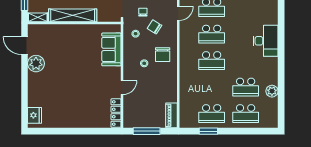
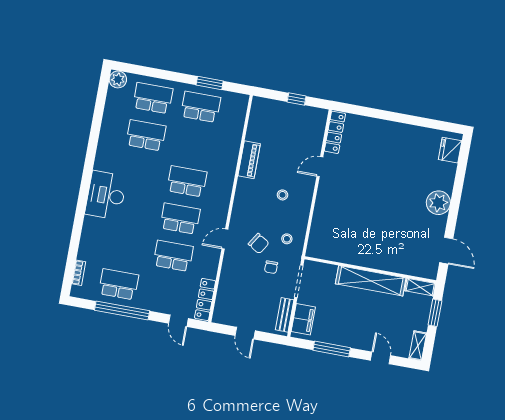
door: (178, 13) -> (225, 239), moved
sofa: (111, 49) -> (325, 223), removed
chair: (163, 55) -> (254, 202), removed
plant: (36, 64) -> (438, 203), moved
plant: (272, 91) -> (118, 79), moved
piano: (172, 115) -> (249, 160), moved
window: (147, 131) -> (297, 99), width x0.46

